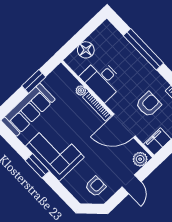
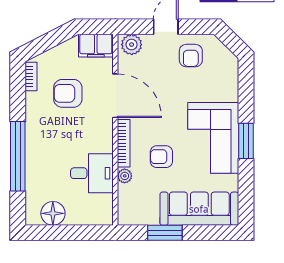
floor lamp: (86, 50) -> (53, 213), moved
desk: (102, 80) -> (92, 173), width x0.73
armchair: (72, 118) -> (161, 157), added
armchair: (96, 186) -> (191, 56), moved, turned -90

